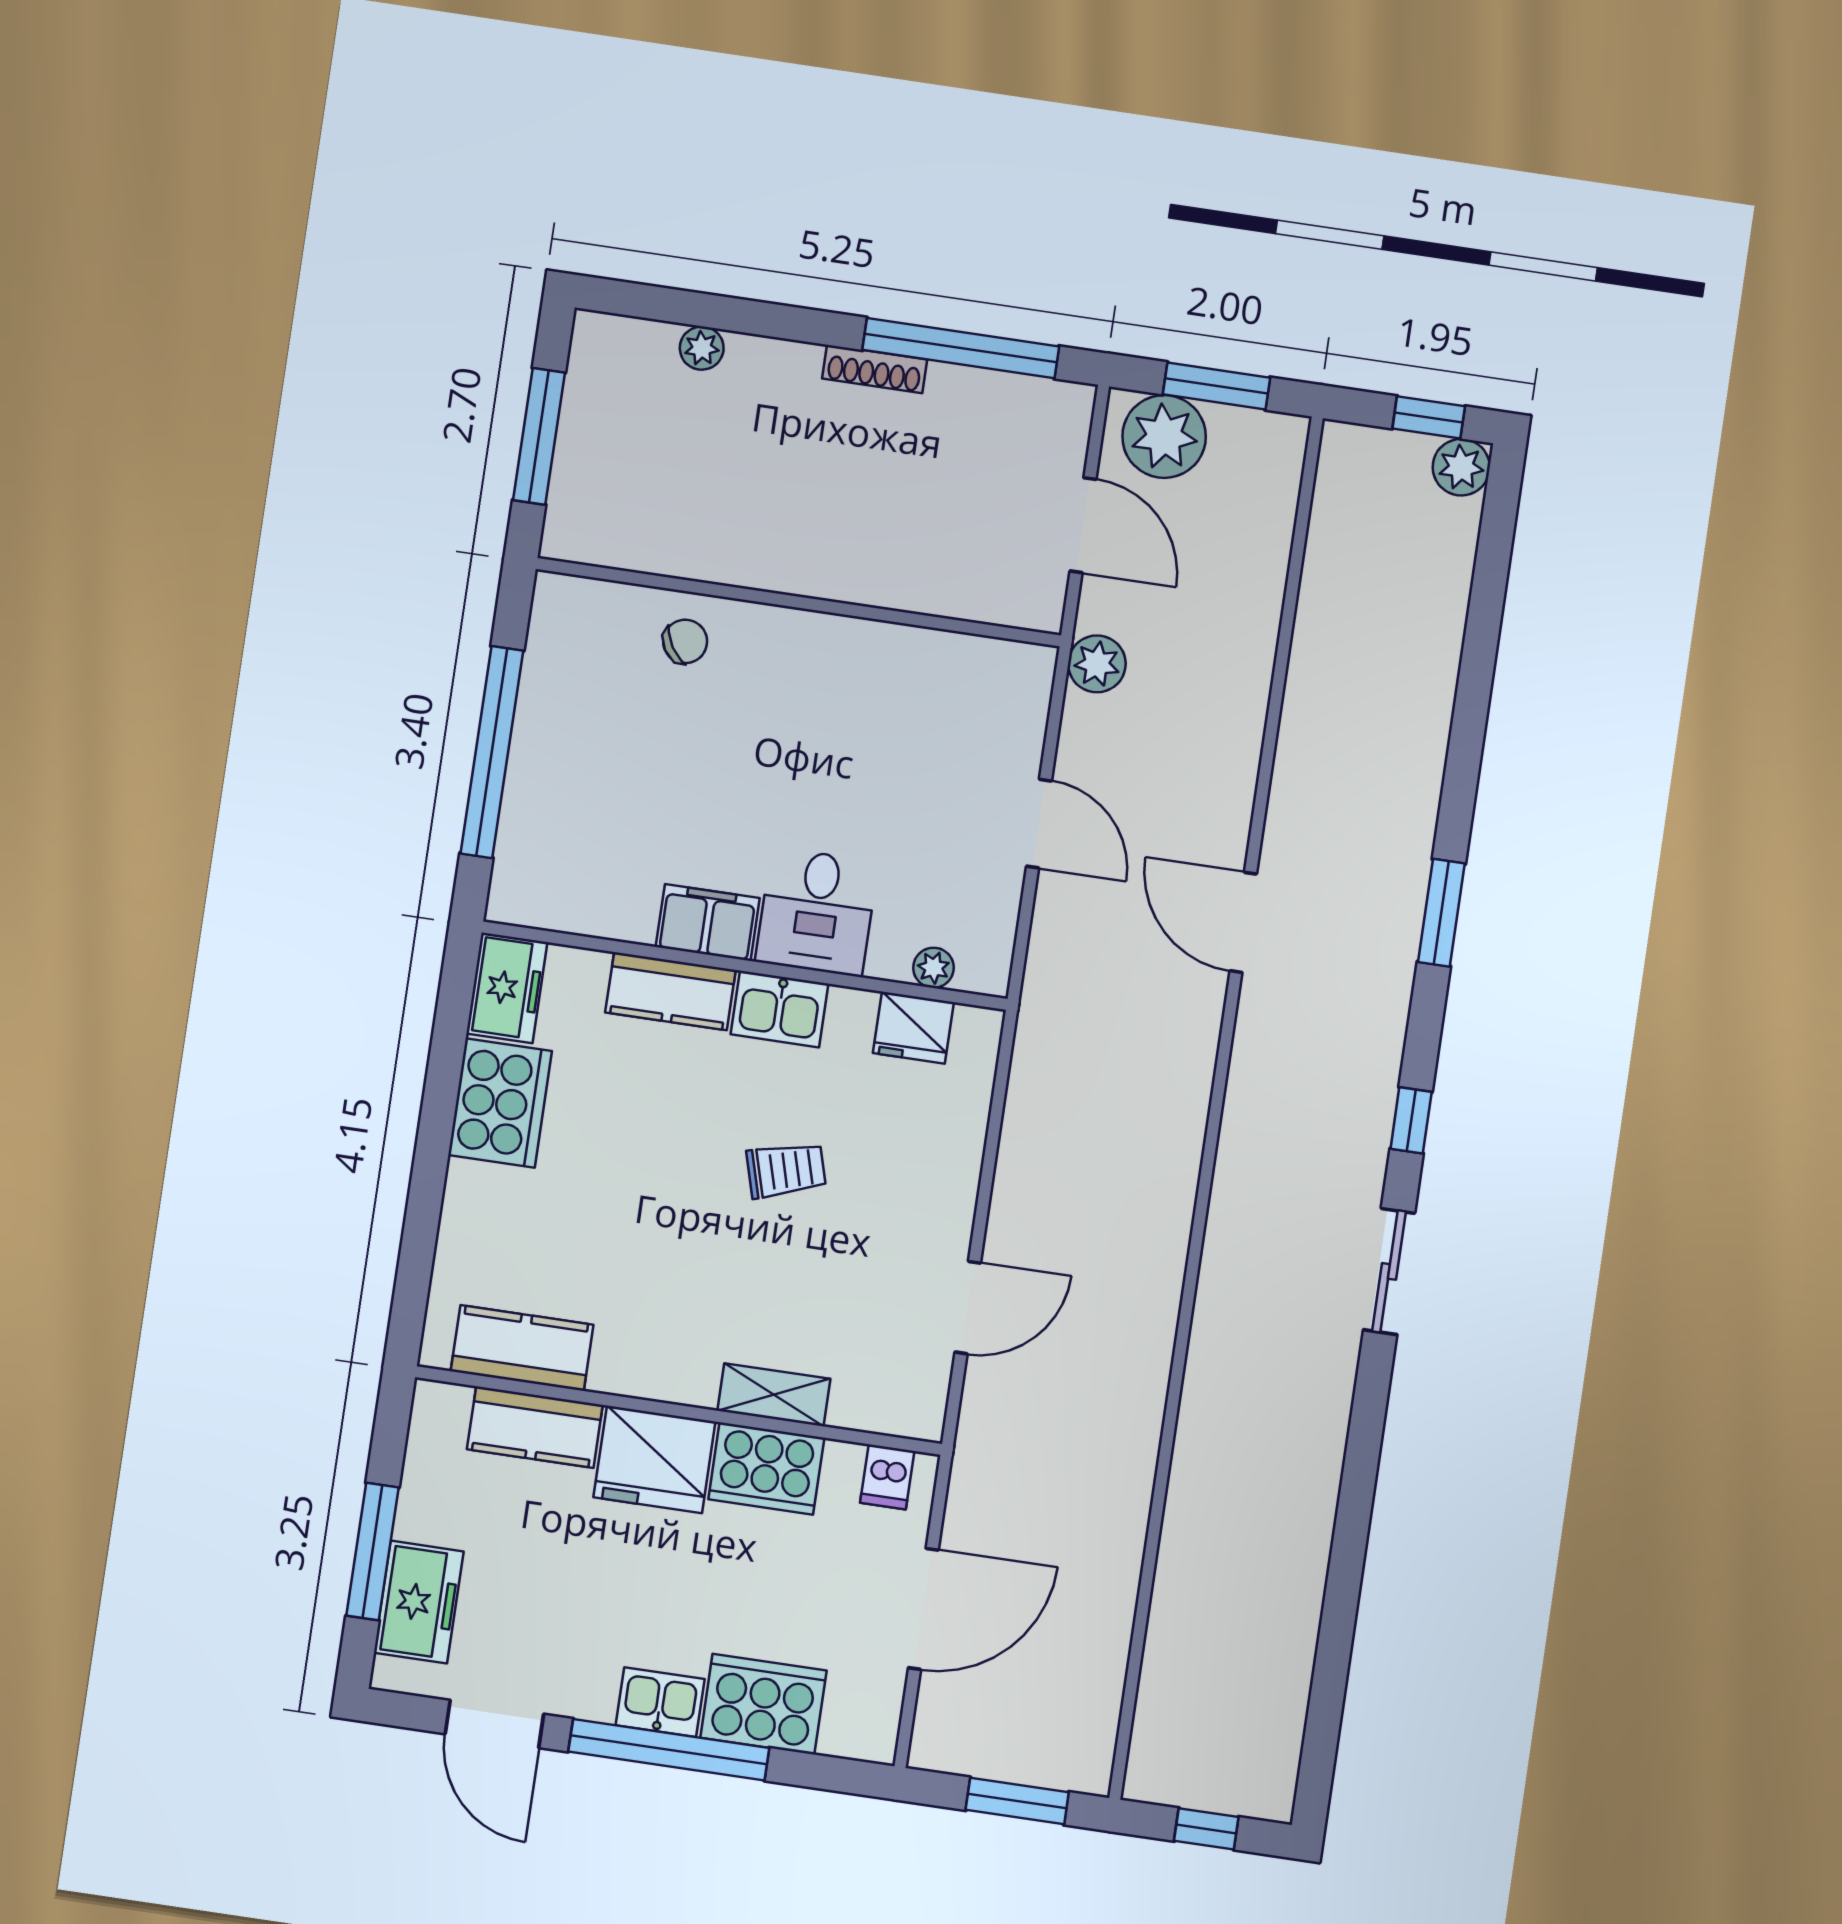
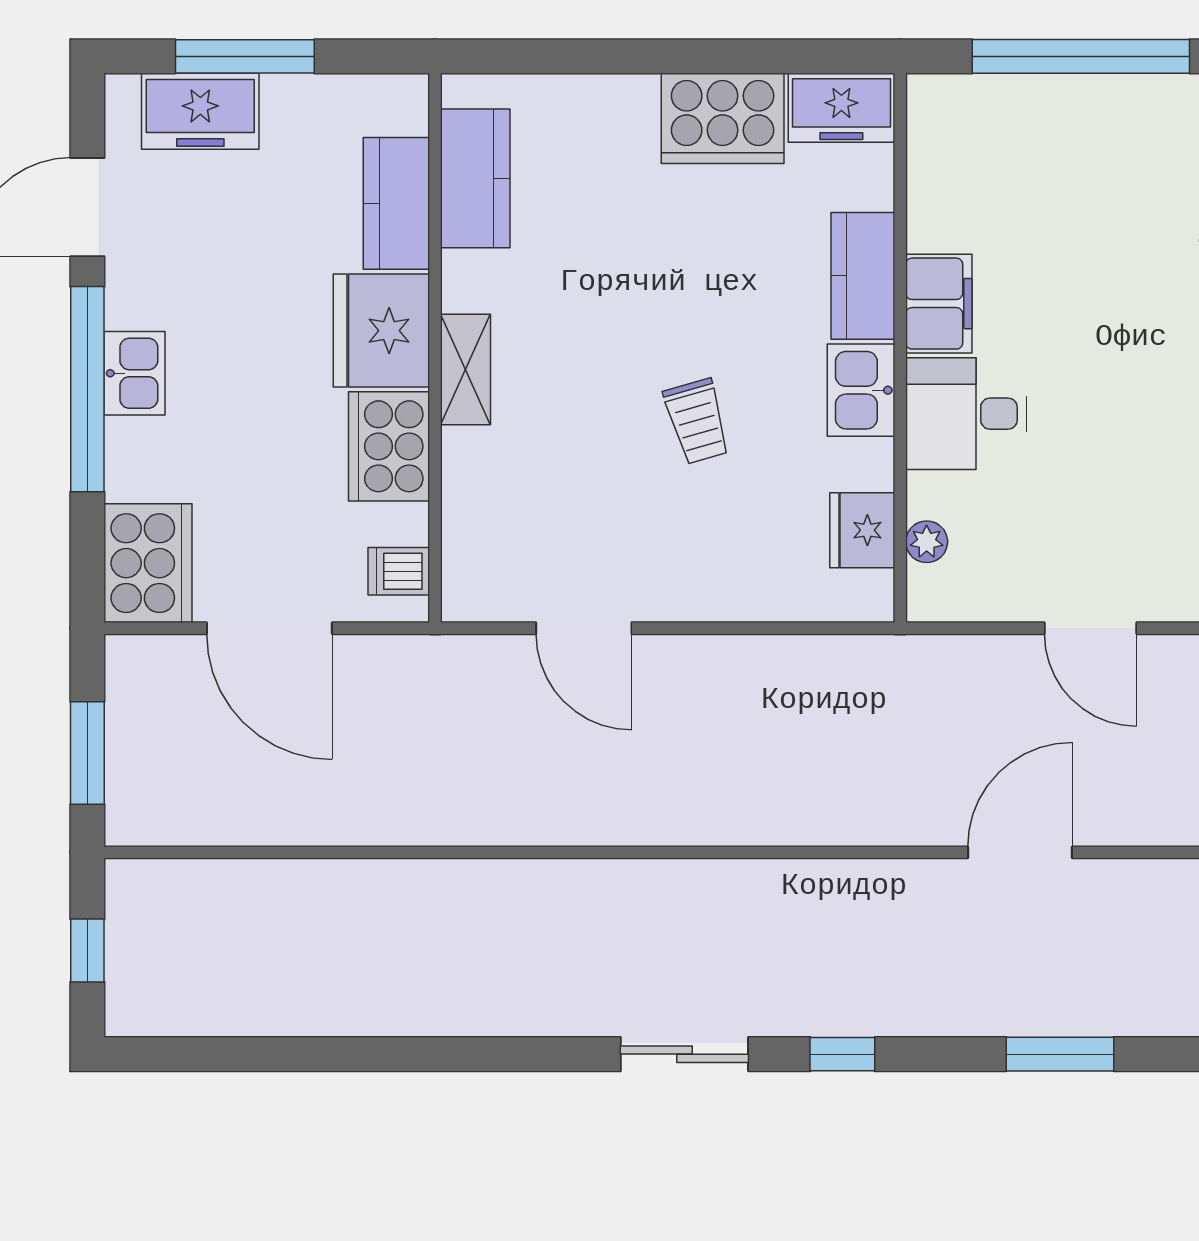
door: (1039, 824) -> (1090, 628), hinge flipped
shelving: (774, 1395) -> (465, 370), moved
cooker: (763, 1704) -> (148, 563), moved

